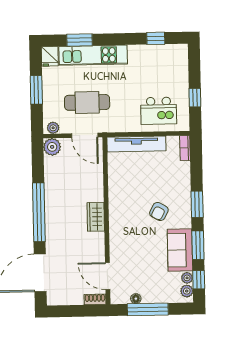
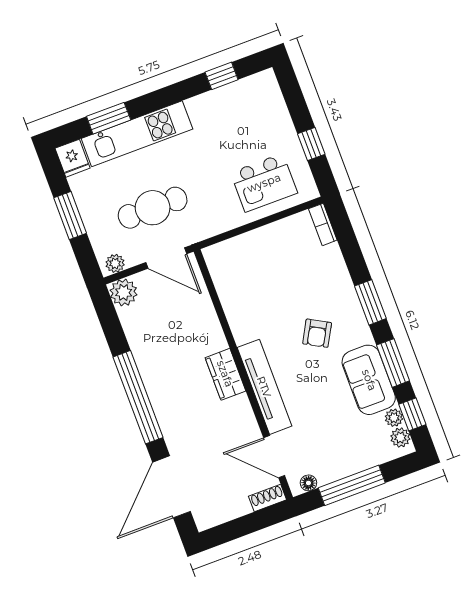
tv unit: (136, 144) -> (264, 387), moved, turned -90
floor lamp: (136, 299) -> (308, 483), moved

